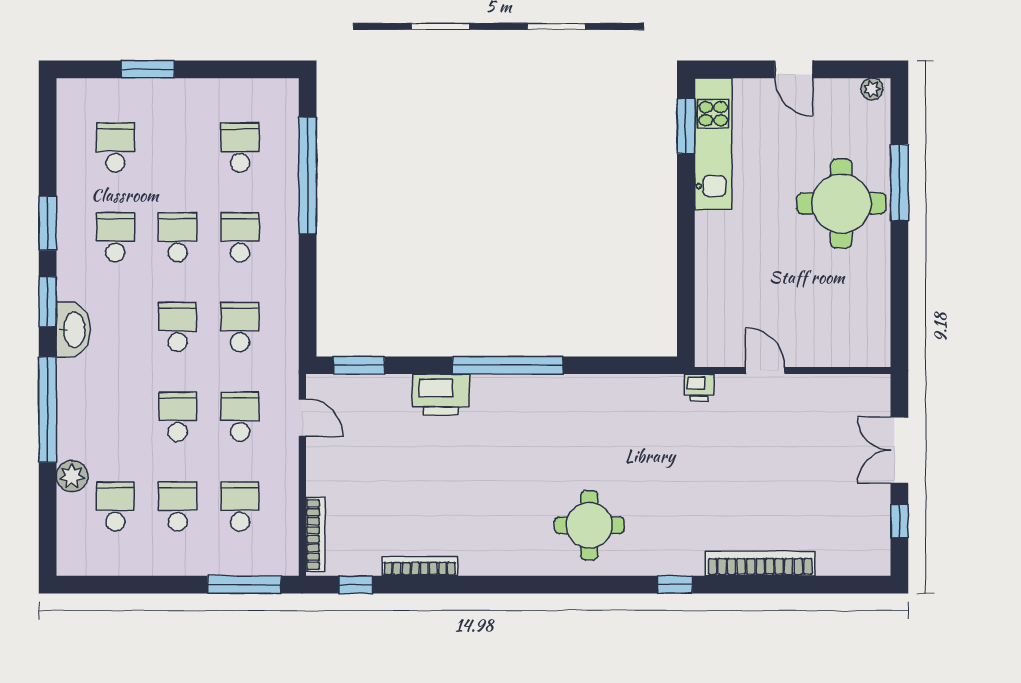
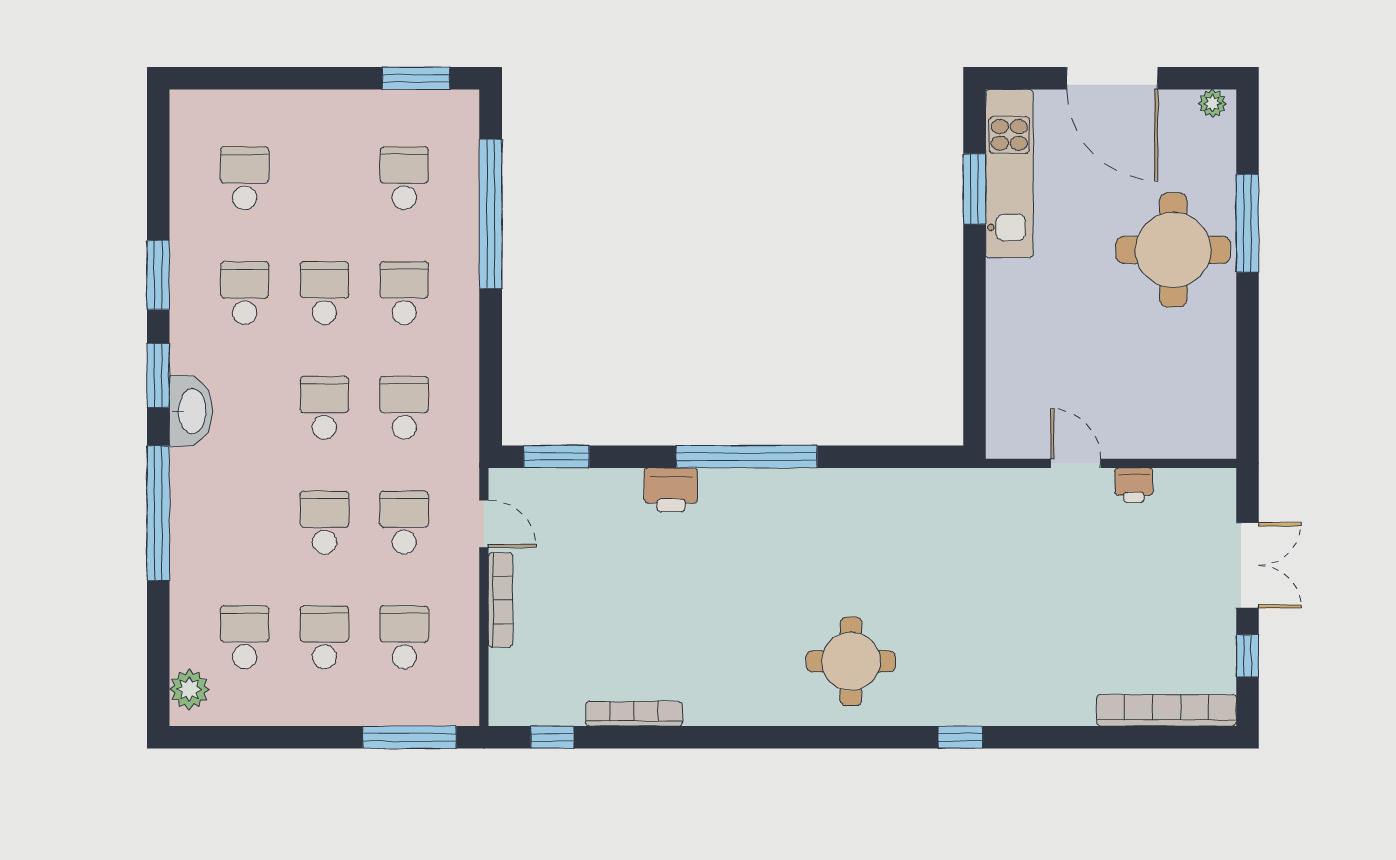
window: (148, 69) -> (416, 78), moved
door: (794, 69) -> (1112, 78), width x1.88
window: (686, 126) -> (974, 189), moved
printer: (699, 388) -> (1134, 485), moved
printer: (441, 394) -> (671, 490), width x0.73, depth x0.84
double door: (899, 450) -> (1248, 565), swing flipped
plant: (72, 476) -> (189, 689), moved
bookcase: (315, 535) -> (501, 600), moved
bookcase: (760, 563) -> (1167, 710), moved

